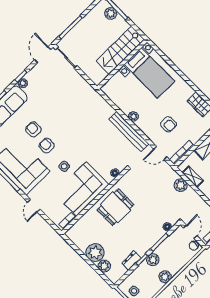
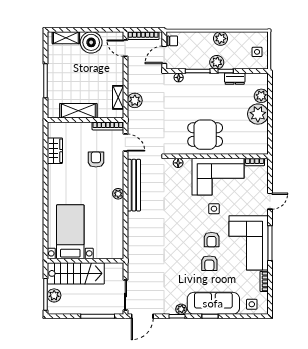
stairs: (120, 50) -> (76, 273), moved
wall: (122, 64) -> (85, 261), moved
bed with nightstands: (149, 73) -> (70, 232), moved

